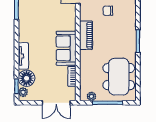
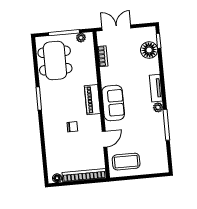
sofa: (66, 48) -> (113, 103), moved
tv unit: (23, 56) -> (156, 88), moved
plant: (23, 92) -> (158, 107), moved

